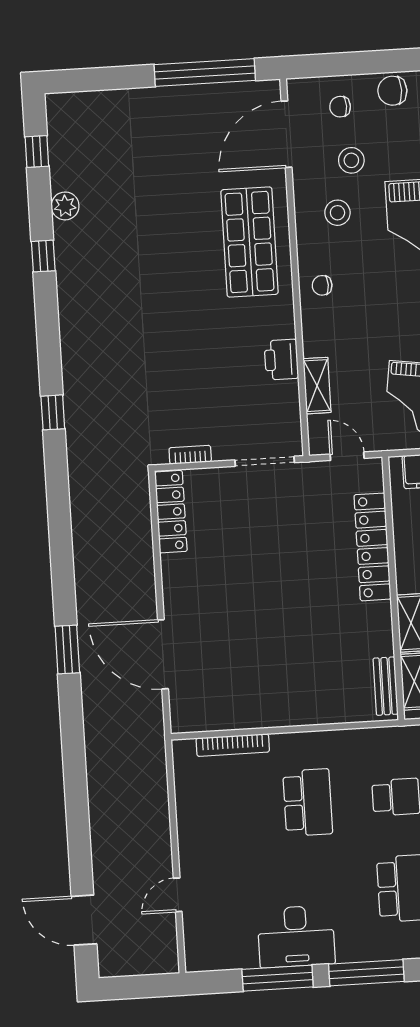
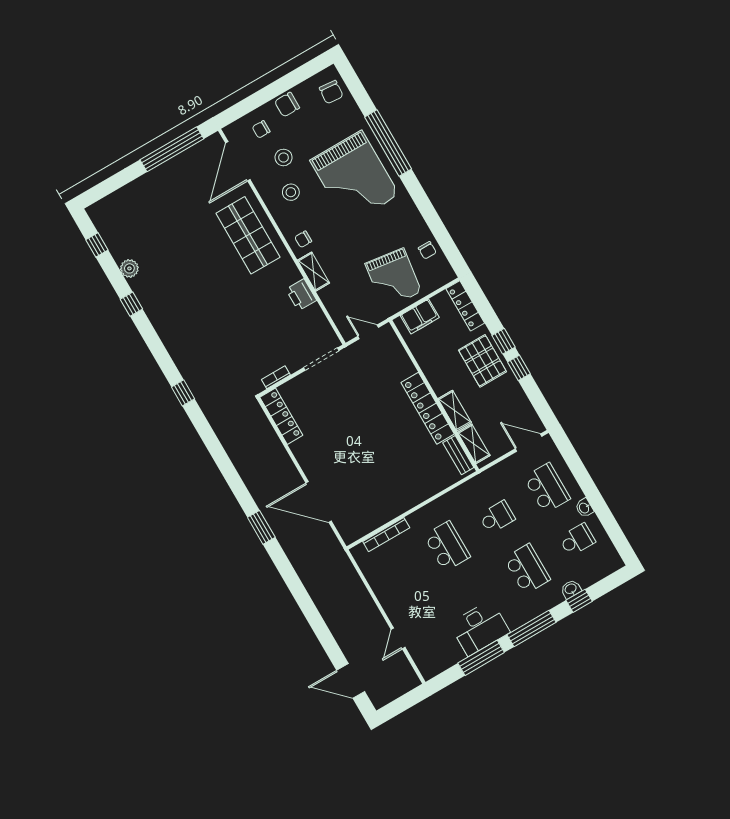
shelving: (317, 386) -> (314, 272), moved
locker: (373, 547) -> (428, 408), moved

